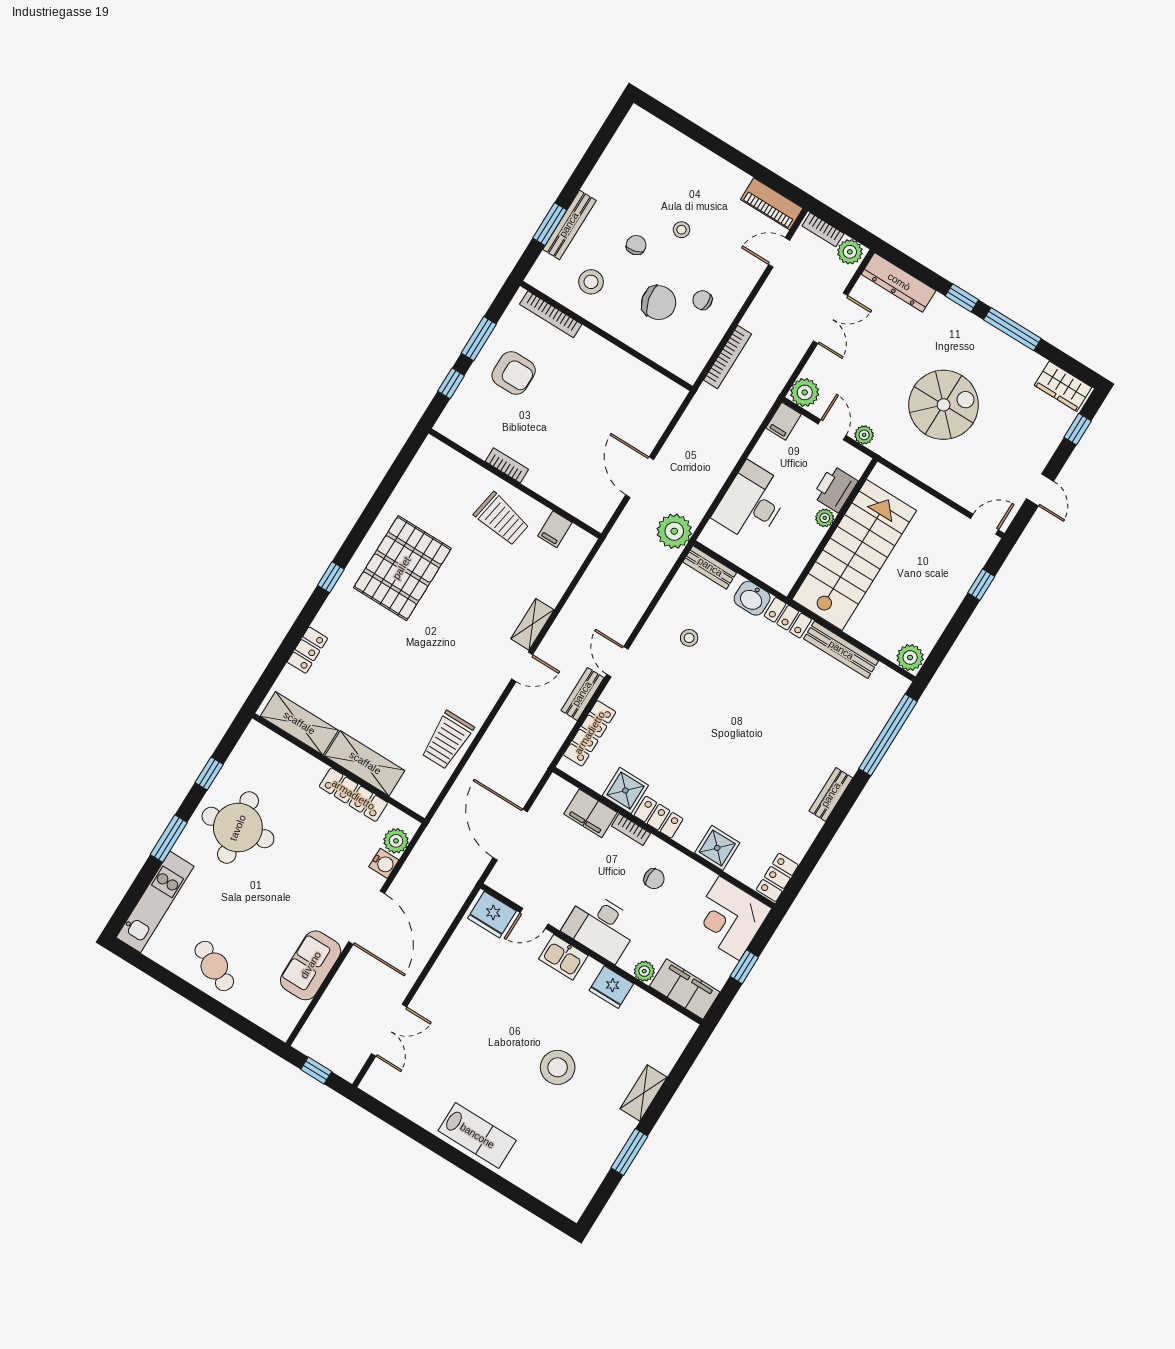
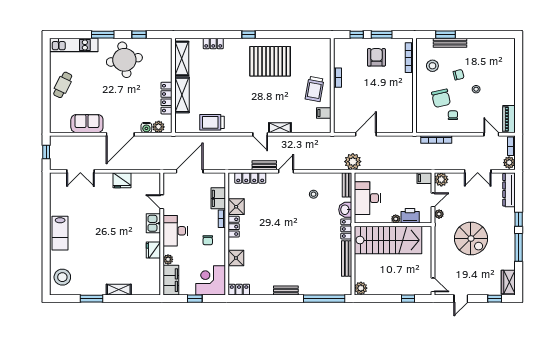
armchair: (514, 373) -> (376, 57), turned 180
desk: (752, 503) -> (367, 198), moved, turned -90
fridge: (492, 915) -> (122, 180), moved, turned -90
stool: (558, 1067) -> (62, 277), moved

